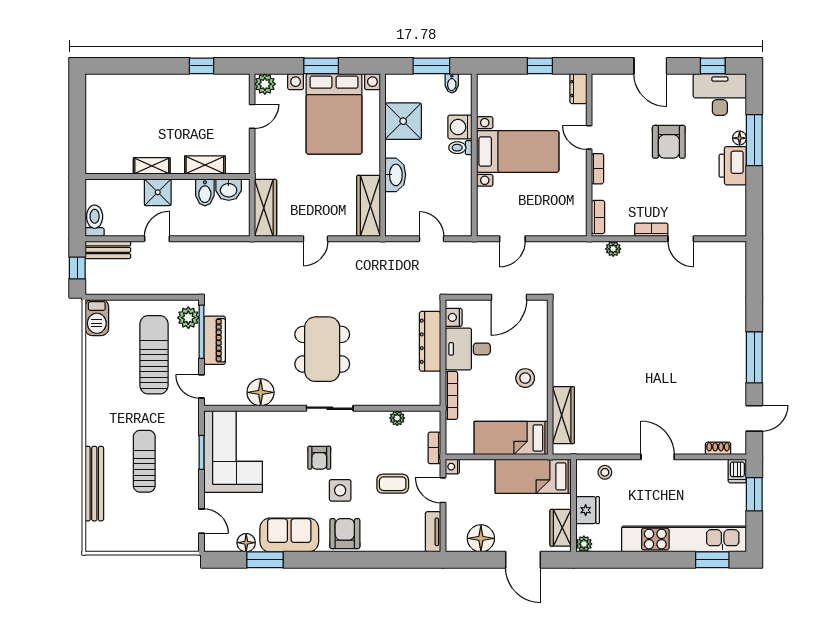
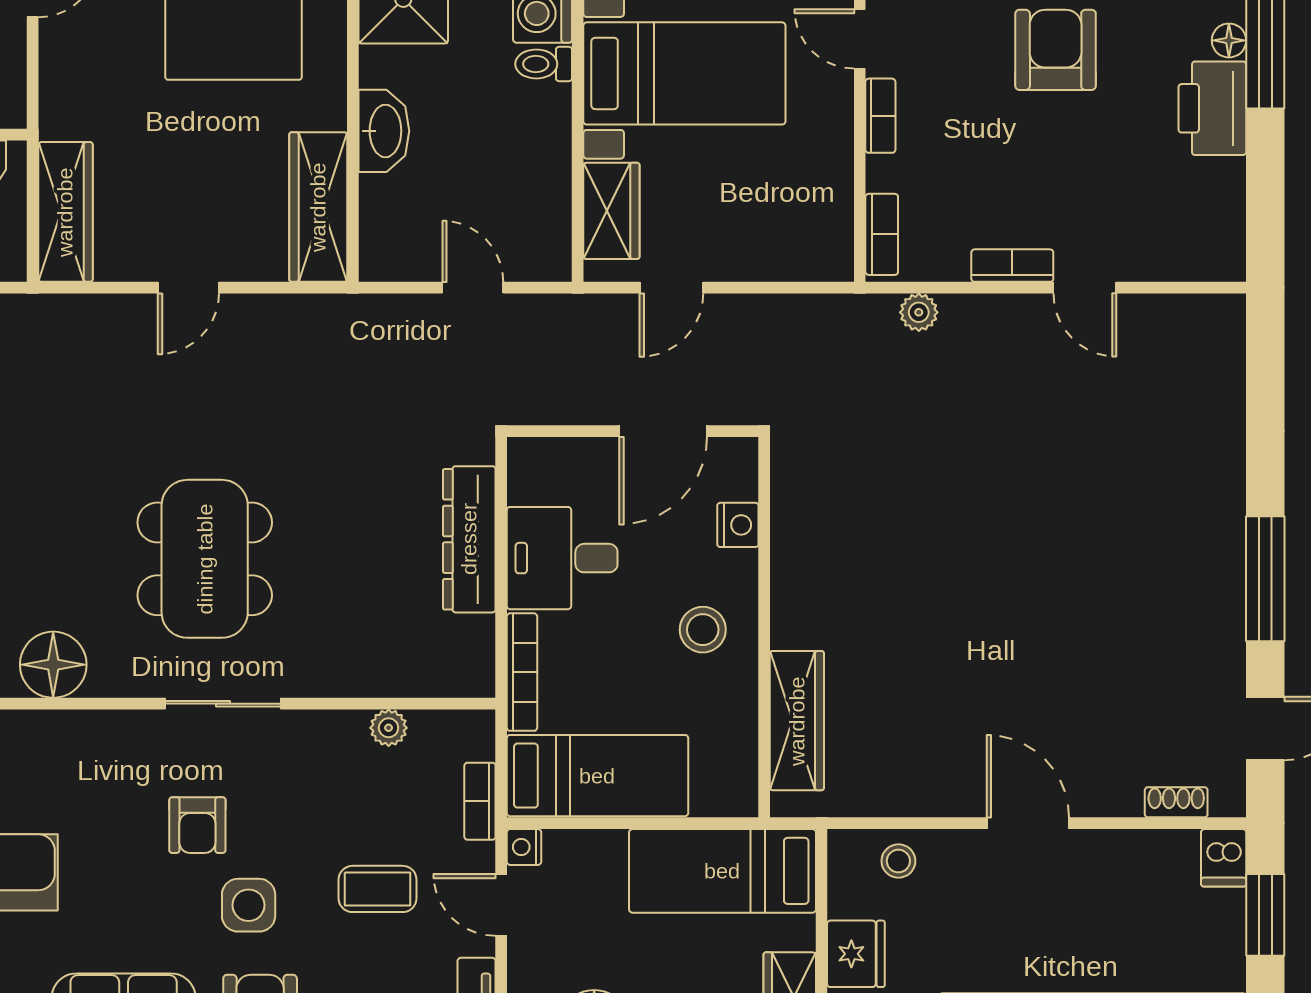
armchair: (669, 142) -> (1056, 50), turned 180
wardrobe: (488, 207) -> (611, 211), added
nightstand: (454, 317) -> (738, 525), moved, turned 180
bed: (511, 438) -> (597, 776), moved, turned 180

